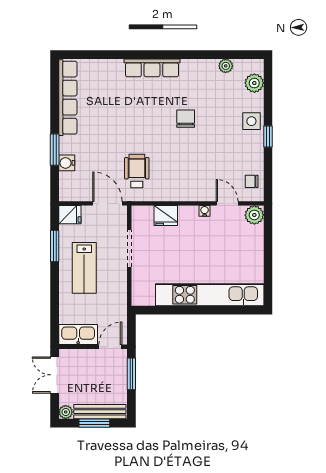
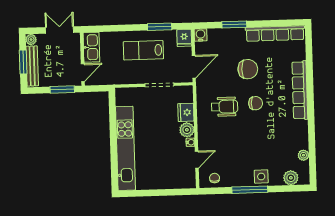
row of seats: (152, 68) -> (300, 90), width x1.36
chair: (186, 119) -> (256, 103), moved
chair: (113, 134) -> (248, 69), added
window: (268, 136) -> (250, 190), width x2.17
water cooler: (67, 163) -> (201, 35), moved
wheelchair: (137, 171) -> (225, 107), moved
plant: (254, 215) -> (187, 130), moved
door: (110, 347) -> (83, 73), hinge flipped

